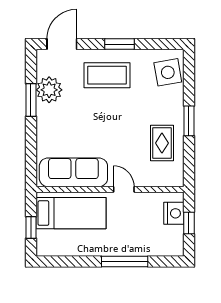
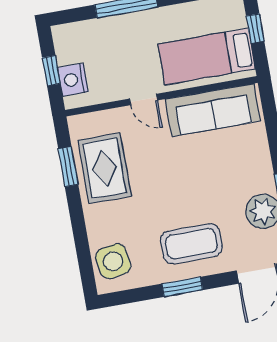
window: (189, 121) -> (68, 167), moved
rug: (162, 143) -> (105, 168), width x1.36, depth x1.43

